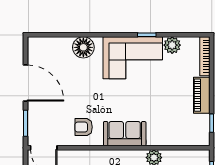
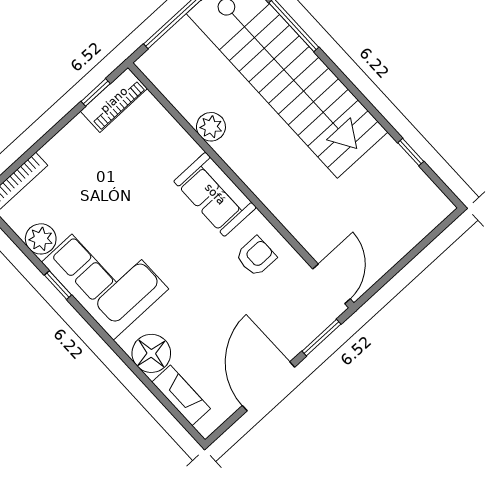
fireplace: (55, 44) -> (181, 395), added
piano: (202, 95) -> (114, 100), moved
armchair: (84, 127) -> (256, 256), turned -90

